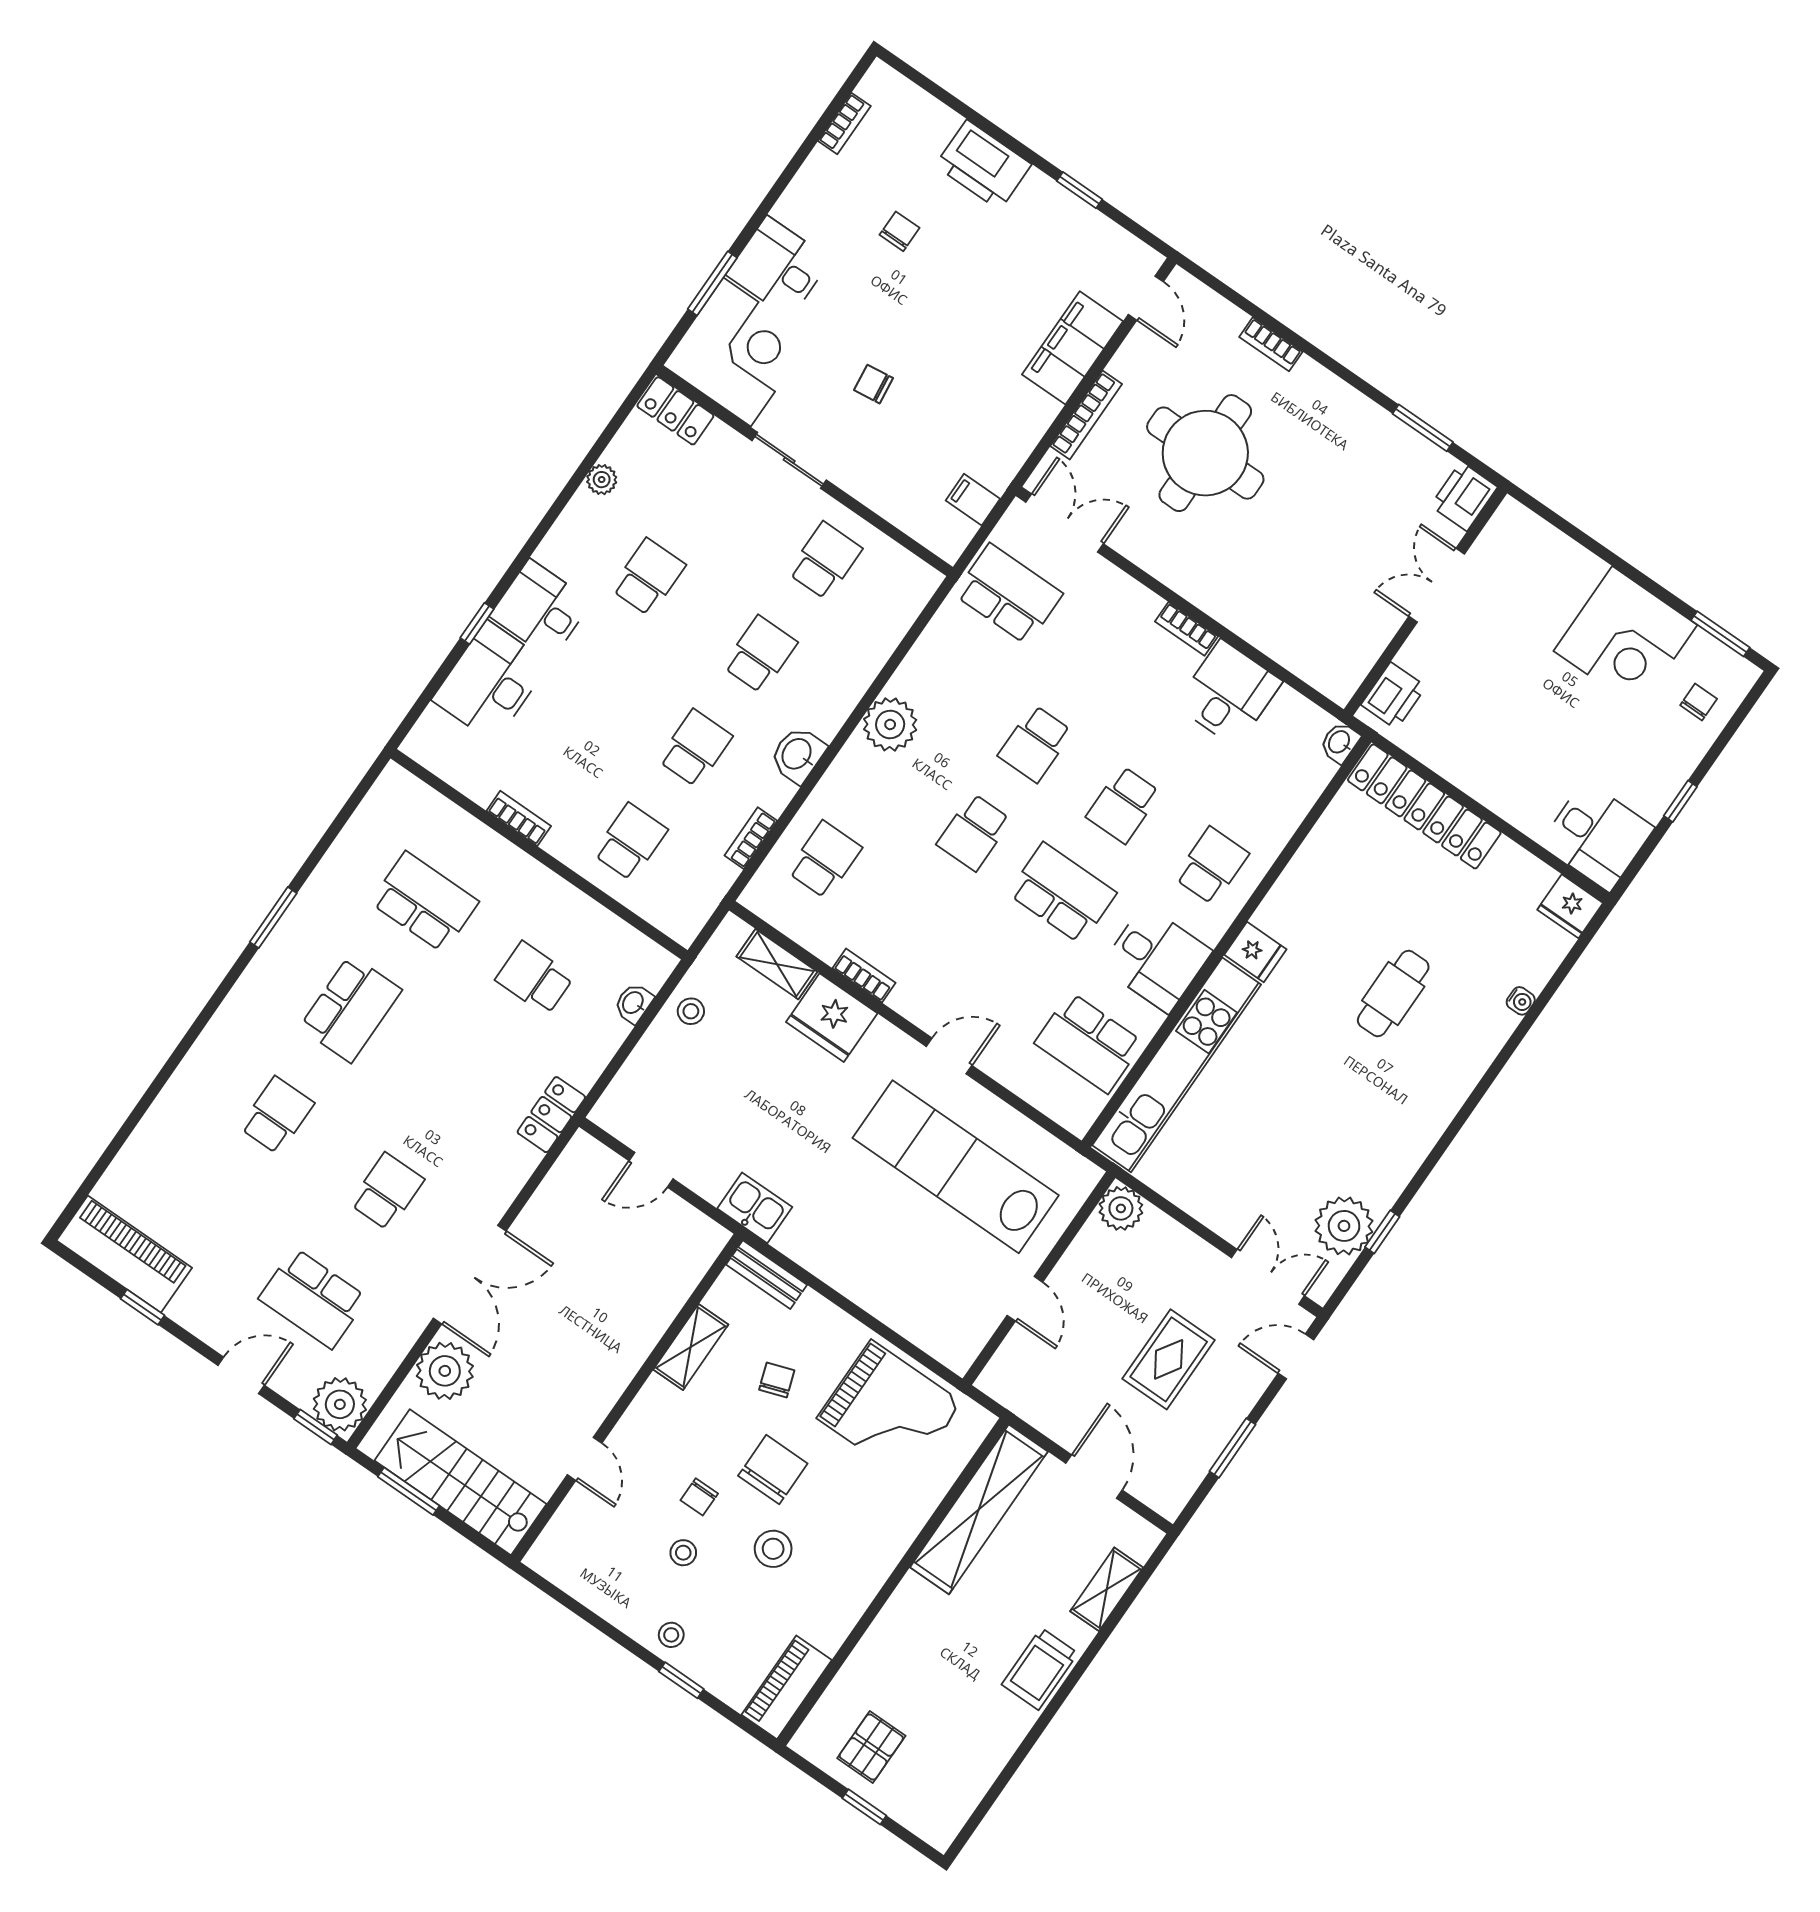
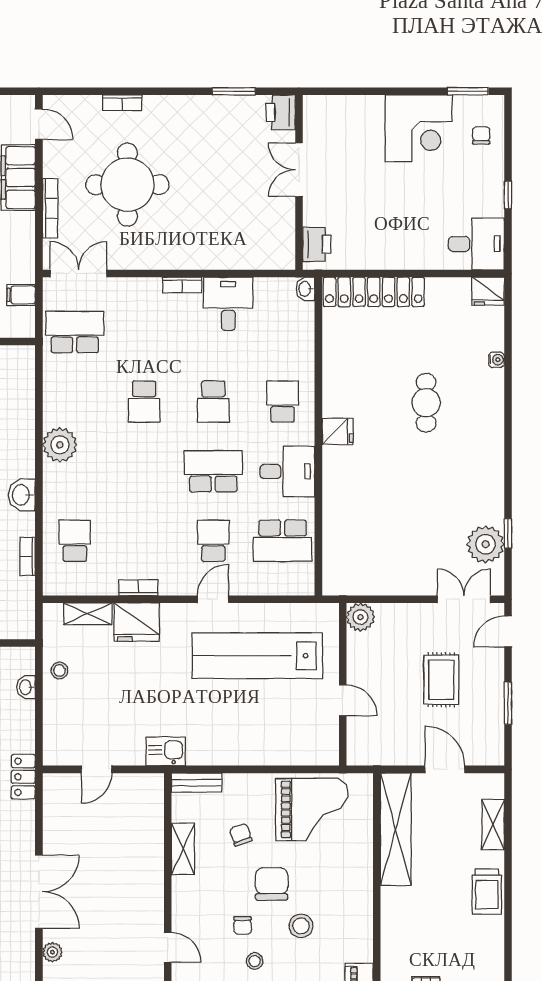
school desk: (974, 832) -> (213, 541), moved, turned 180
kitchen unit: (1177, 1065) -> (337, 520), removed
plant: (445, 1371) -> (52, 952), width x0.53, depth x0.53

